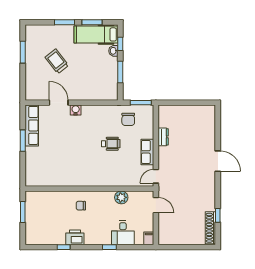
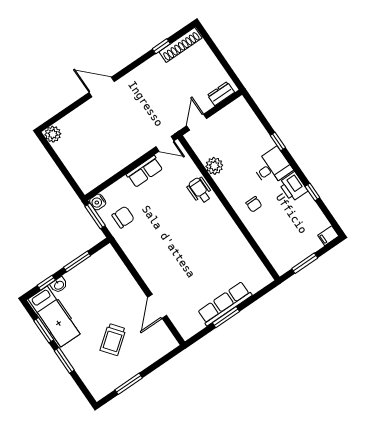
water cooler: (76, 110) -> (98, 202), moved
plant: (209, 111) -> (53, 134), added
row of seats: (32, 125) -> (225, 304), moved
dresser: (163, 137) -> (221, 94), moved
wheelchair: (111, 144) -> (200, 190), moved
door: (218, 161) -> (102, 87), hinge flipped
desk: (123, 233) -> (272, 167), moved
filing cabinet: (149, 238) -> (328, 236), moved

